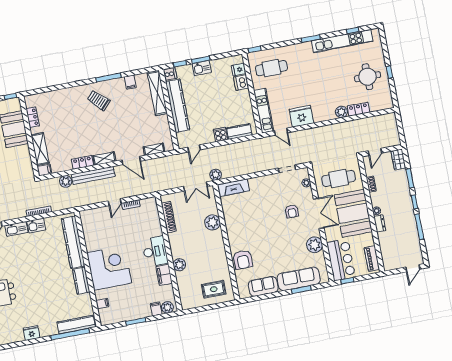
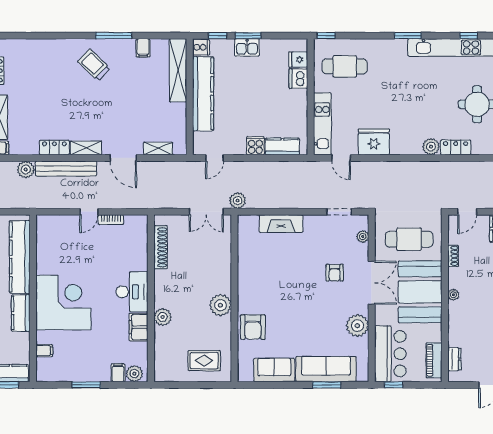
fireplace: (233, 188) -> (281, 224), moved
plant: (212, 222) -> (220, 305), moved
dresser: (380, 223) -> (454, 359), moved

